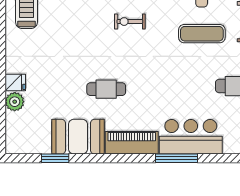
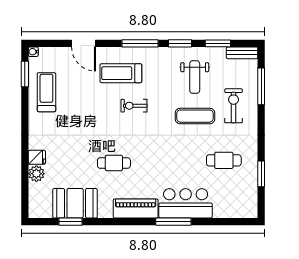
booth: (78, 137) -> (75, 203), moved

